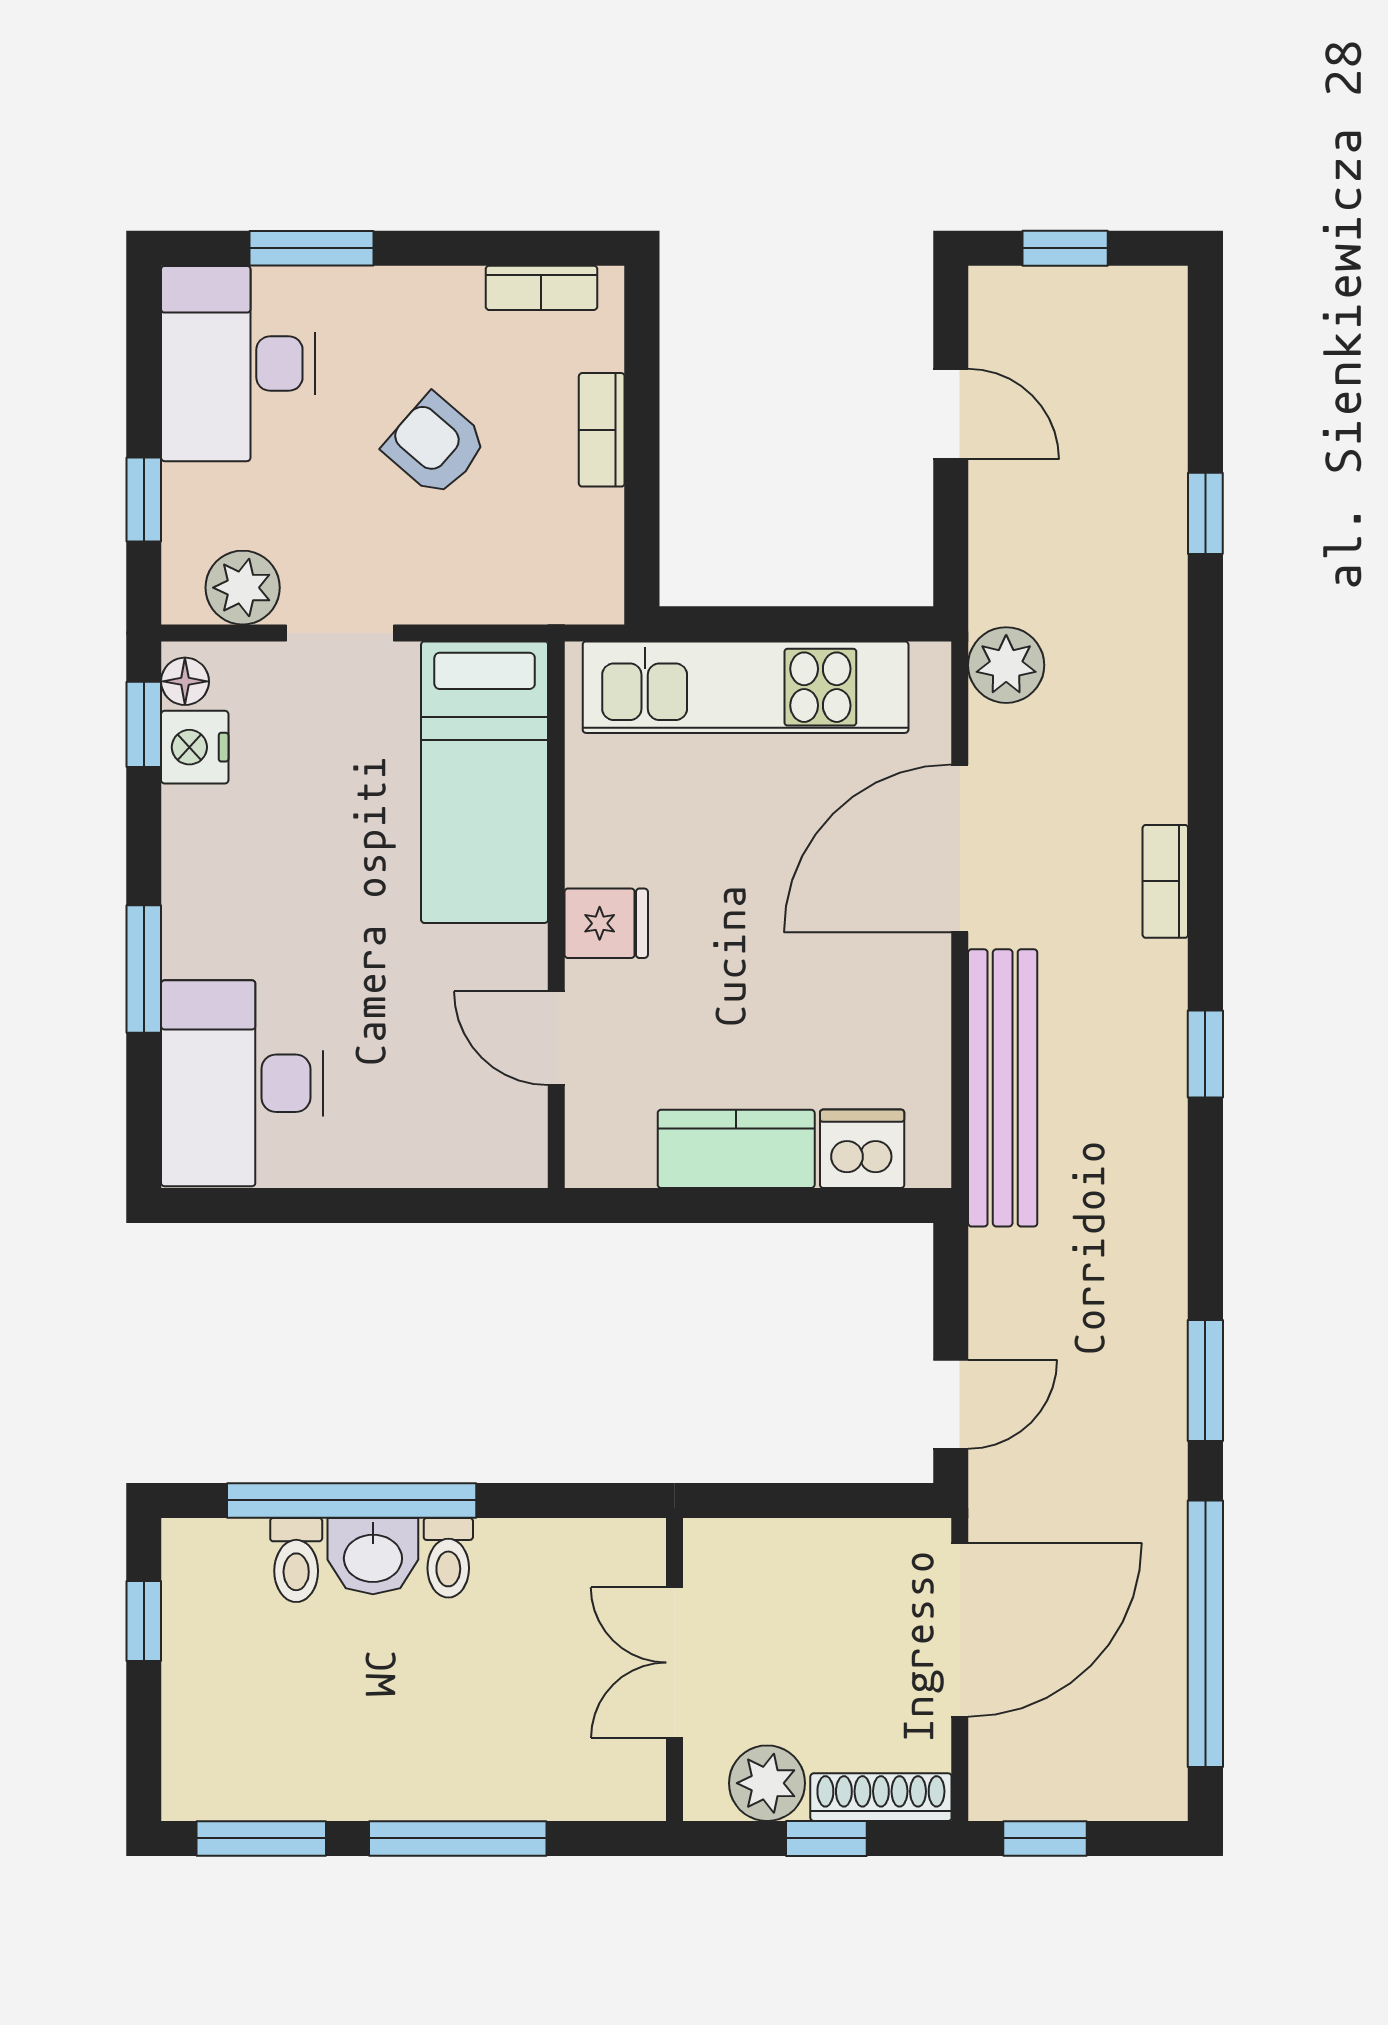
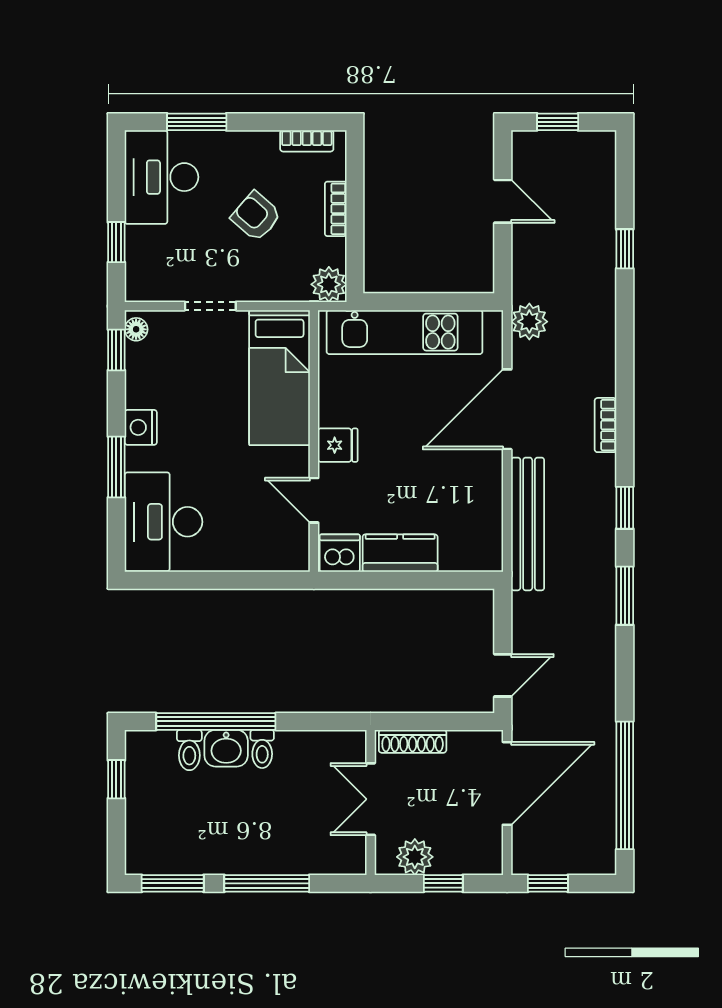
plant: (243, 588) -> (329, 284), moved
nightstand: (195, 747) -> (141, 427), moved
dishwasher: (862, 1149) -> (340, 553), moved
window: (1205, 1380) -> (625, 596), moved
shoe rack: (881, 1797) -> (413, 741), moved, turned 180

